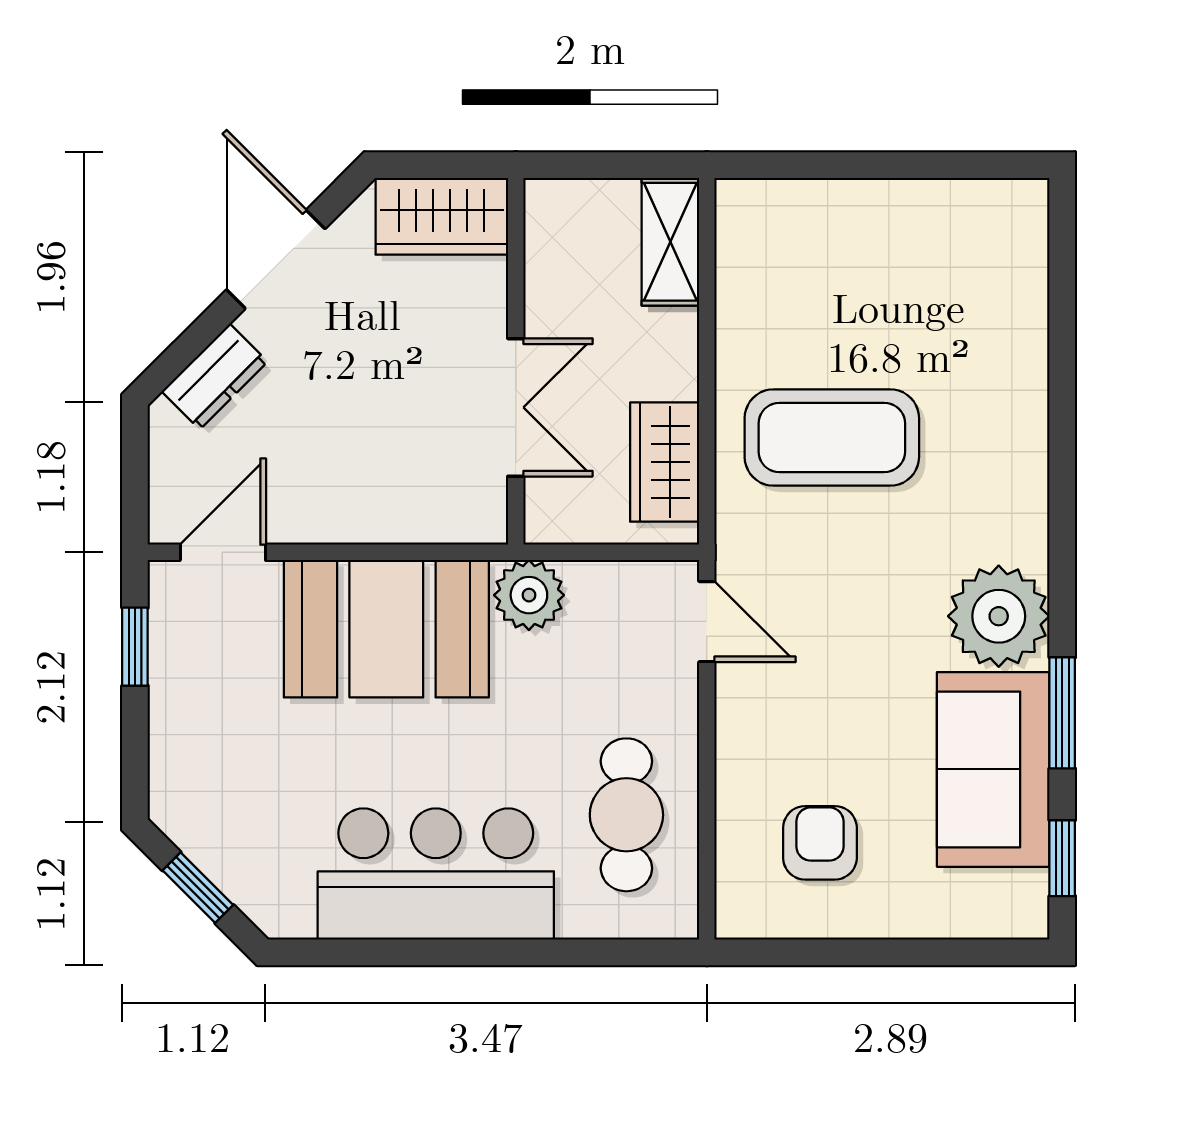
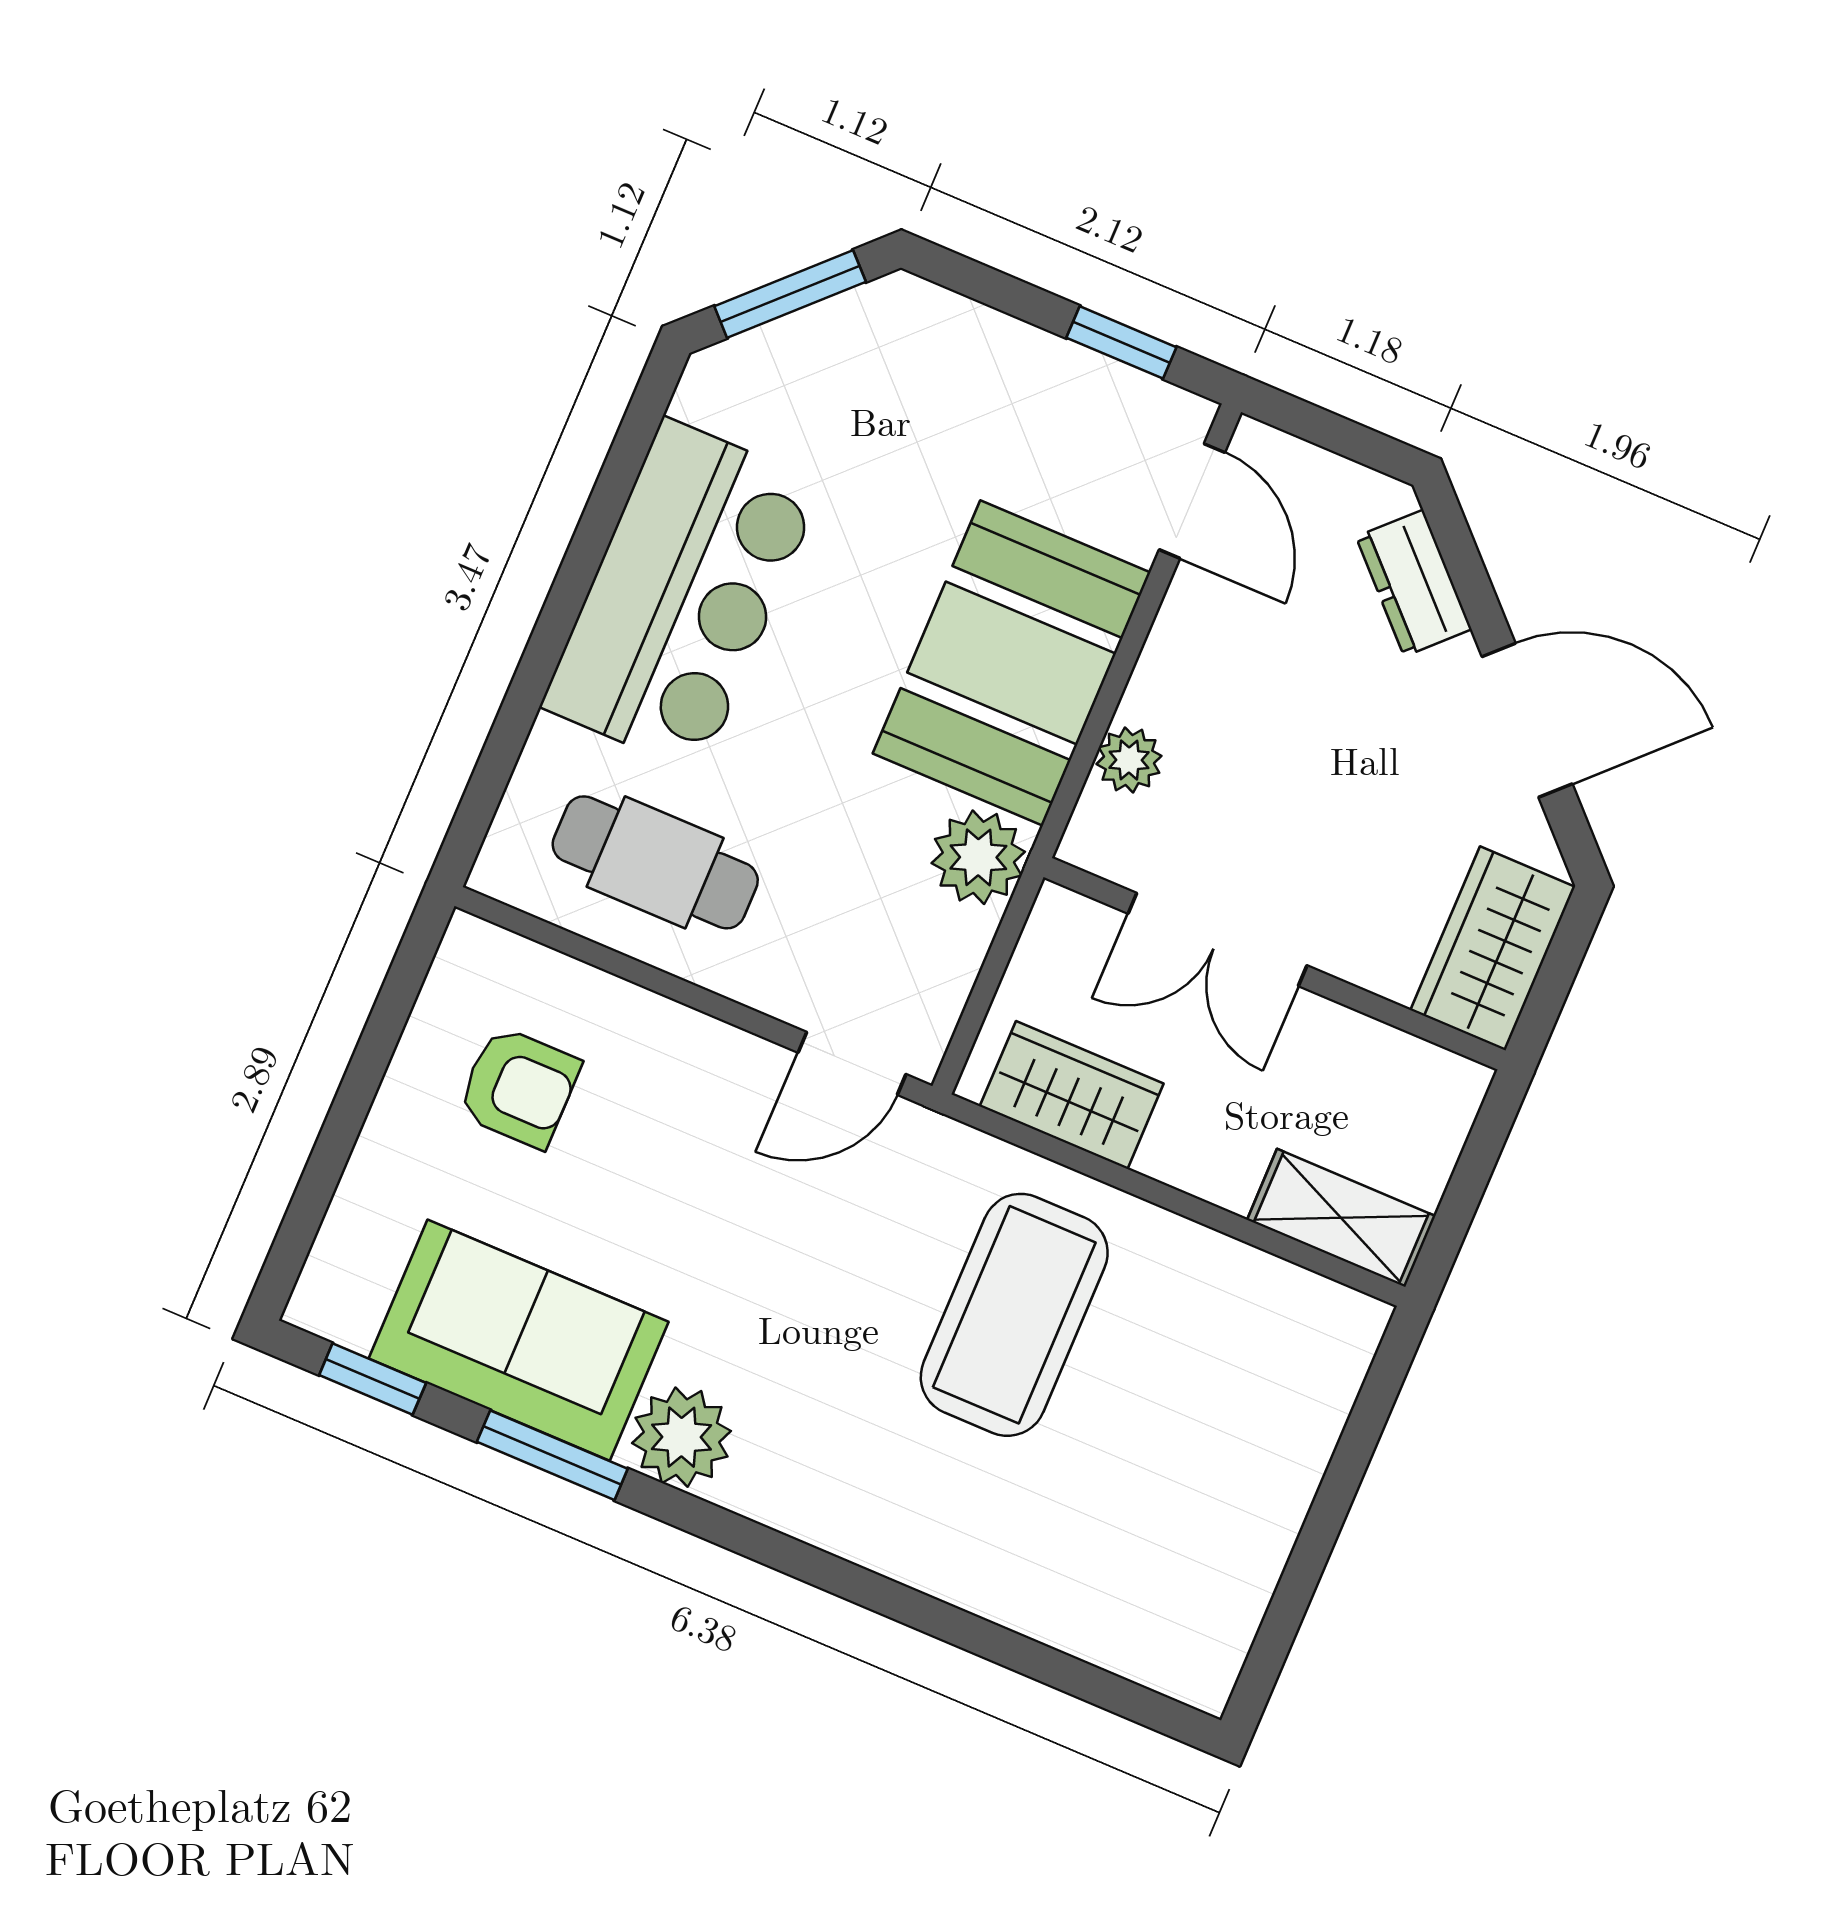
plant: (419, 520) -> (1129, 760), added
plant: (999, 616) -> (682, 1437), width x0.73, depth x0.73
window: (198, 888) -> (790, 294), width x1.50

